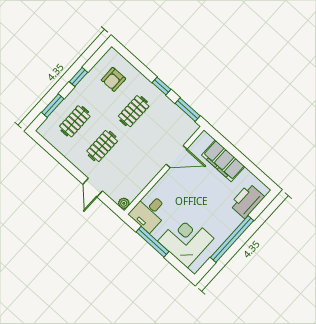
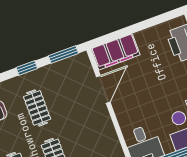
filing cabinet: (223, 161) -> (115, 52), moved

